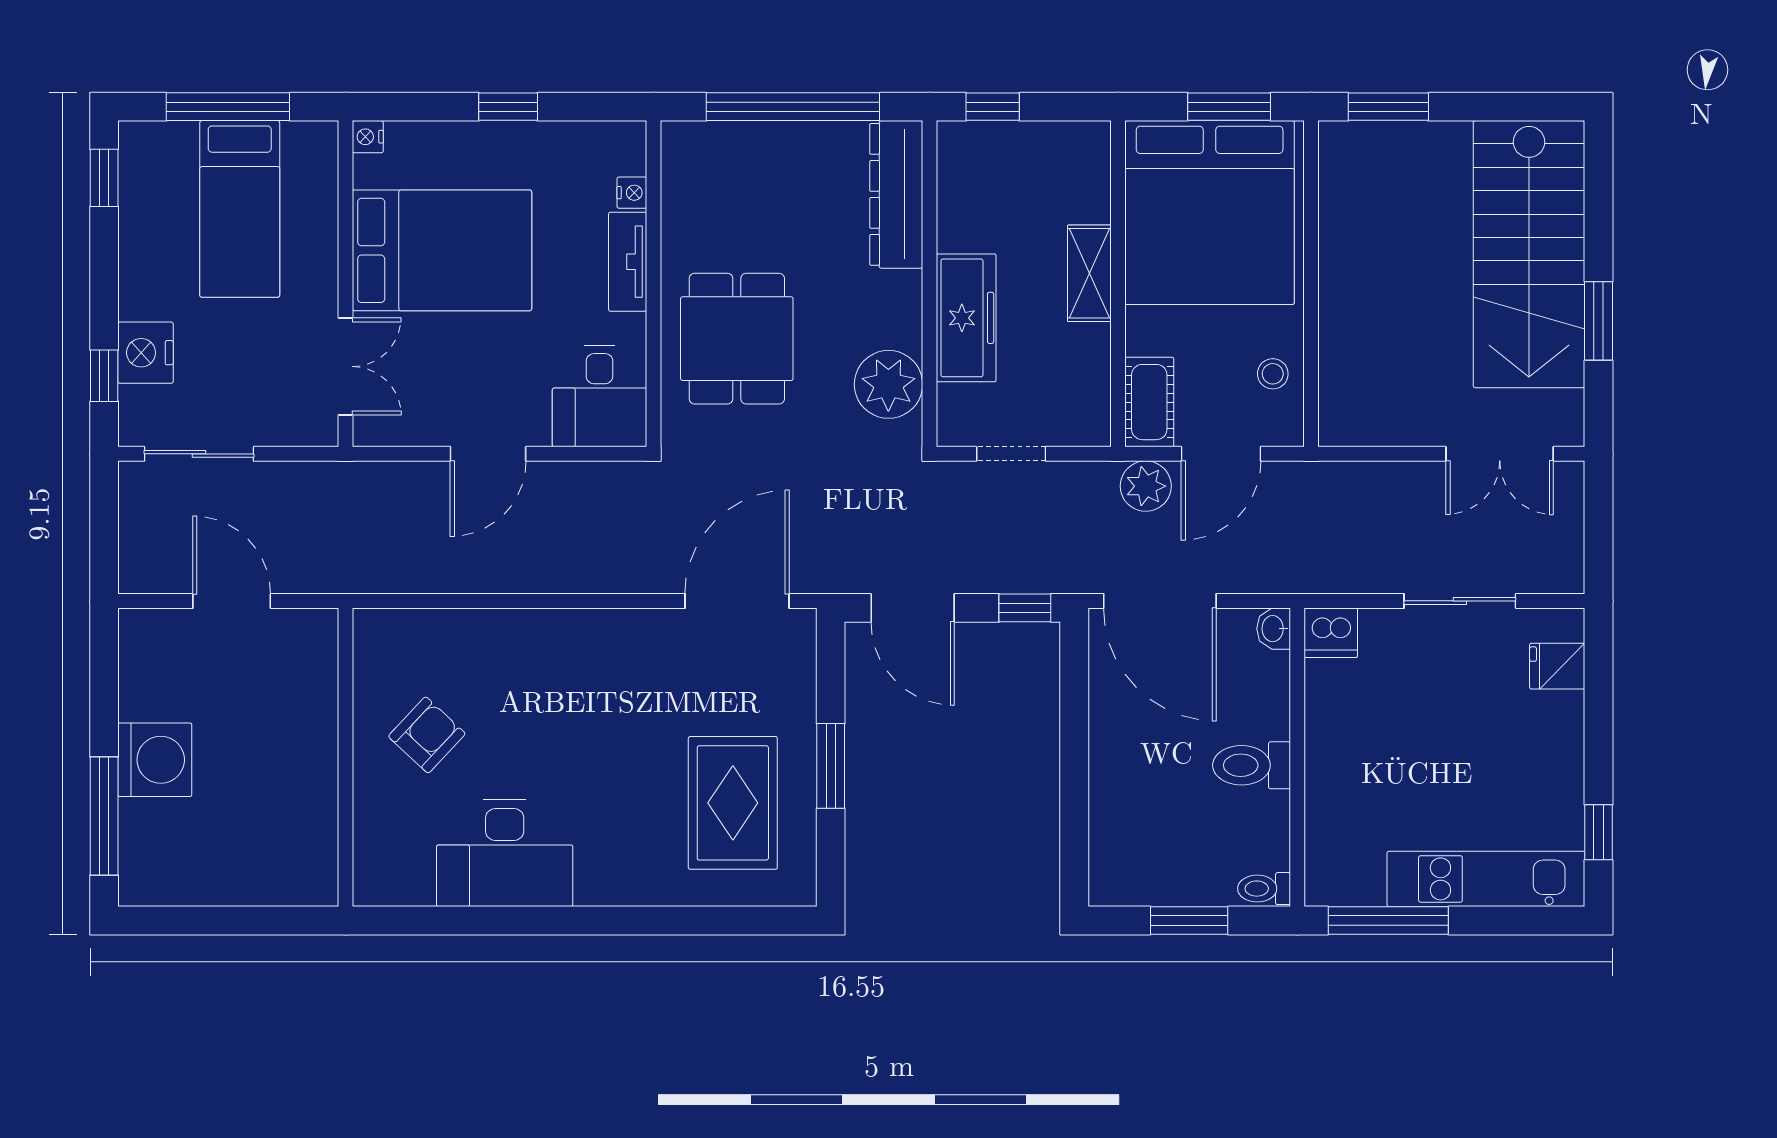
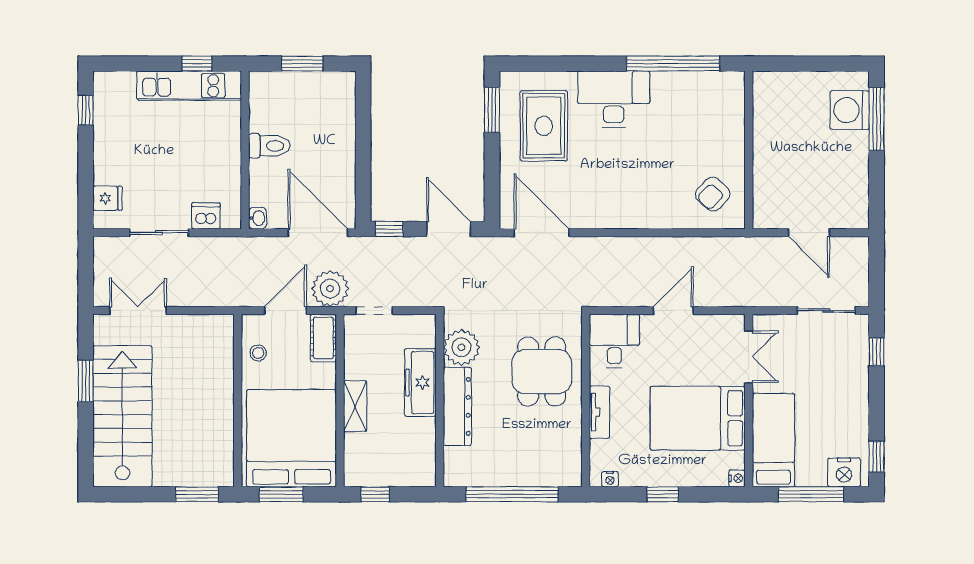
window: (993, 107) -> (375, 494), moved
nightstand: (632, 193) -> (610, 479), moved, turned -90
dresser: (896, 194) -> (457, 406), moved
bed: (240, 209) -> (773, 440), moved
nightstand: (145, 353) -> (844, 472), moved, turned 90
double door: (346, 366) -> (749, 357), swing flipped
doorway: (1011, 454) -> (374, 311), moved
plant: (1146, 486) -> (330, 289), width x1.36, depth x1.36
door: (737, 601) -> (542, 233), swing flipped
dishwasher: (1331, 633) -> (206, 216), moved
armchair: (427, 735) -> (713, 194), moved
washing machine: (155, 760) -> (850, 110), moved
window: (831, 766) -> (492, 110), moved
desk: (505, 853) -> (614, 99), moved
kitchen unit: (1486, 879) -> (189, 86), moved
toilet: (1264, 889) -> (263, 80), removed
window: (489, 921) -> (673, 64), added
window: (1388, 921) -> (197, 64), width x0.46

